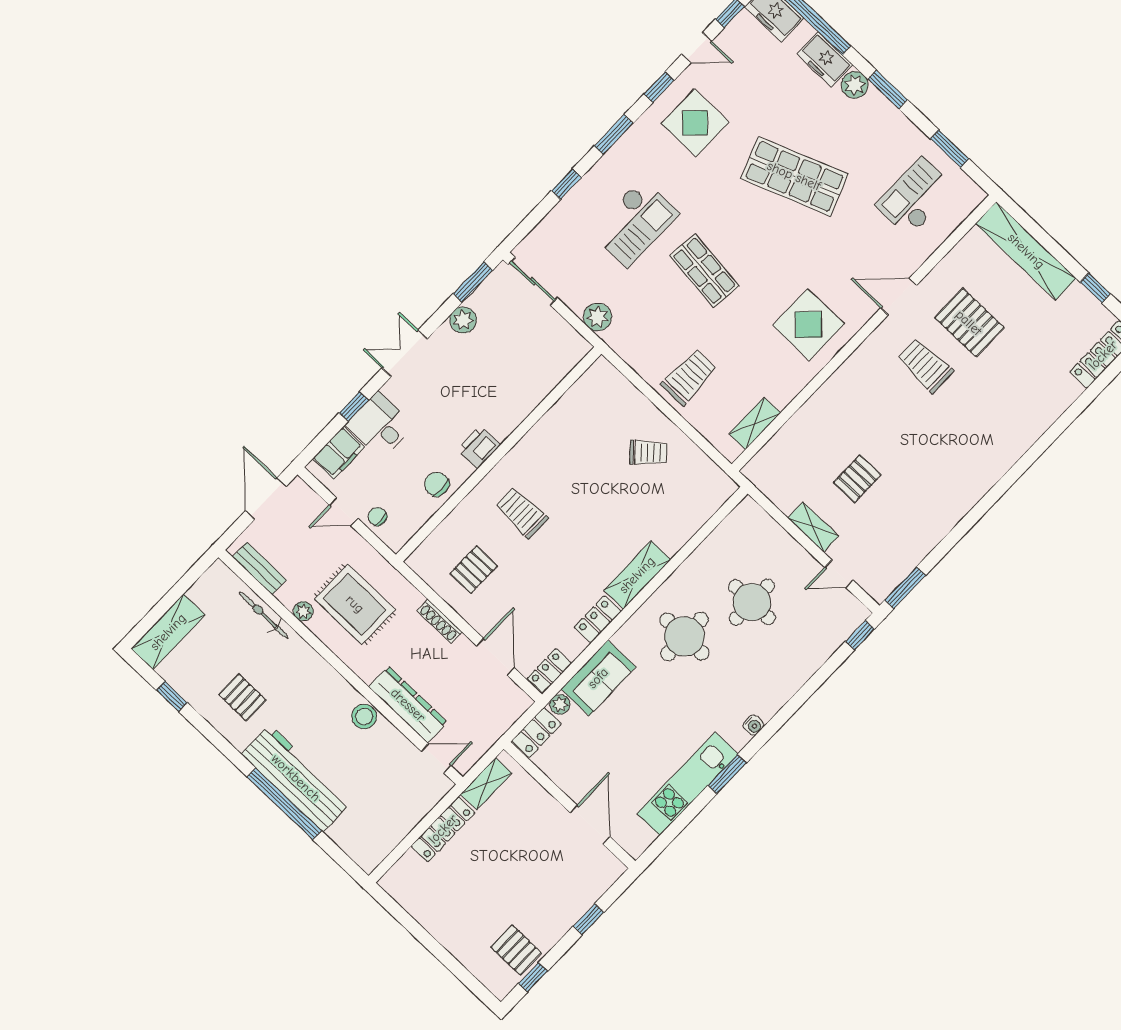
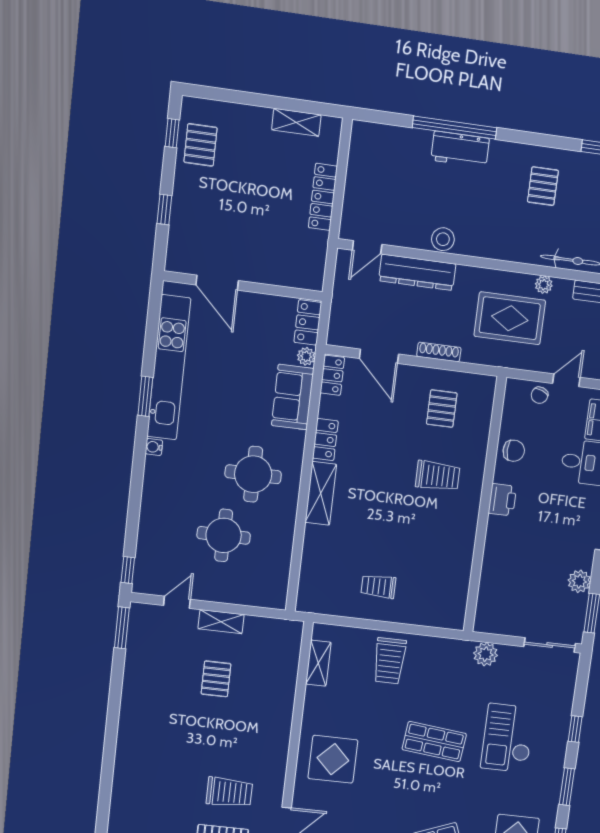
trolley: (648, 453) -> (378, 586), turned 42
chair: (377, 516) -> (540, 395), turned 111
pallet: (242, 697) -> (543, 186), turned 90
workbench: (296, 778) -> (460, 149), width x0.53, depth x0.76
shelving: (486, 784) -> (296, 122), moved, turned 90
kitchen unit: (688, 784) -> (169, 368), width x1.36
pallet: (516, 950) -> (200, 145), turned 90

